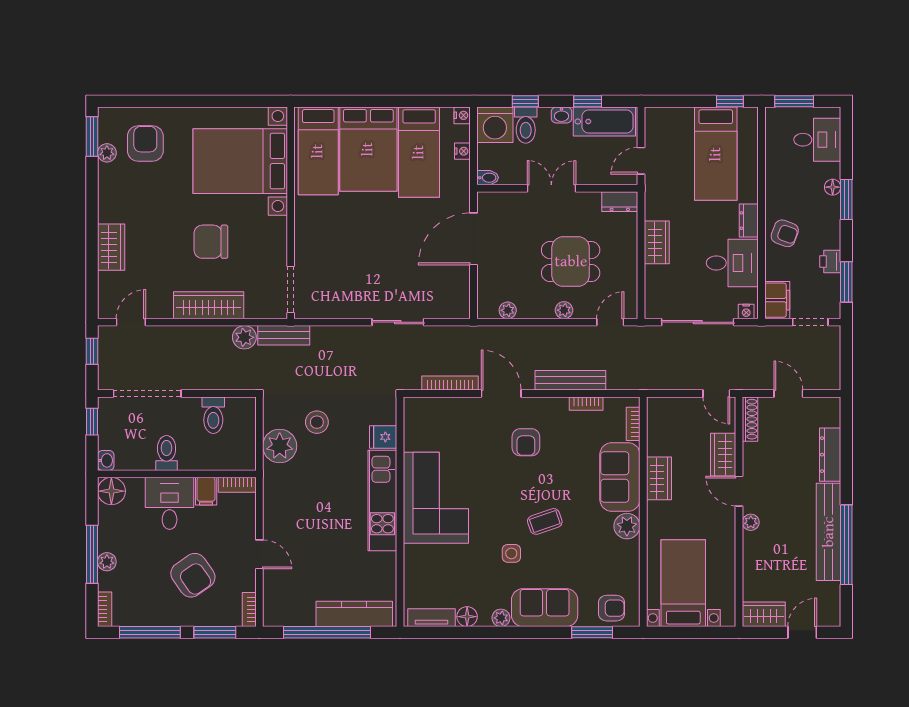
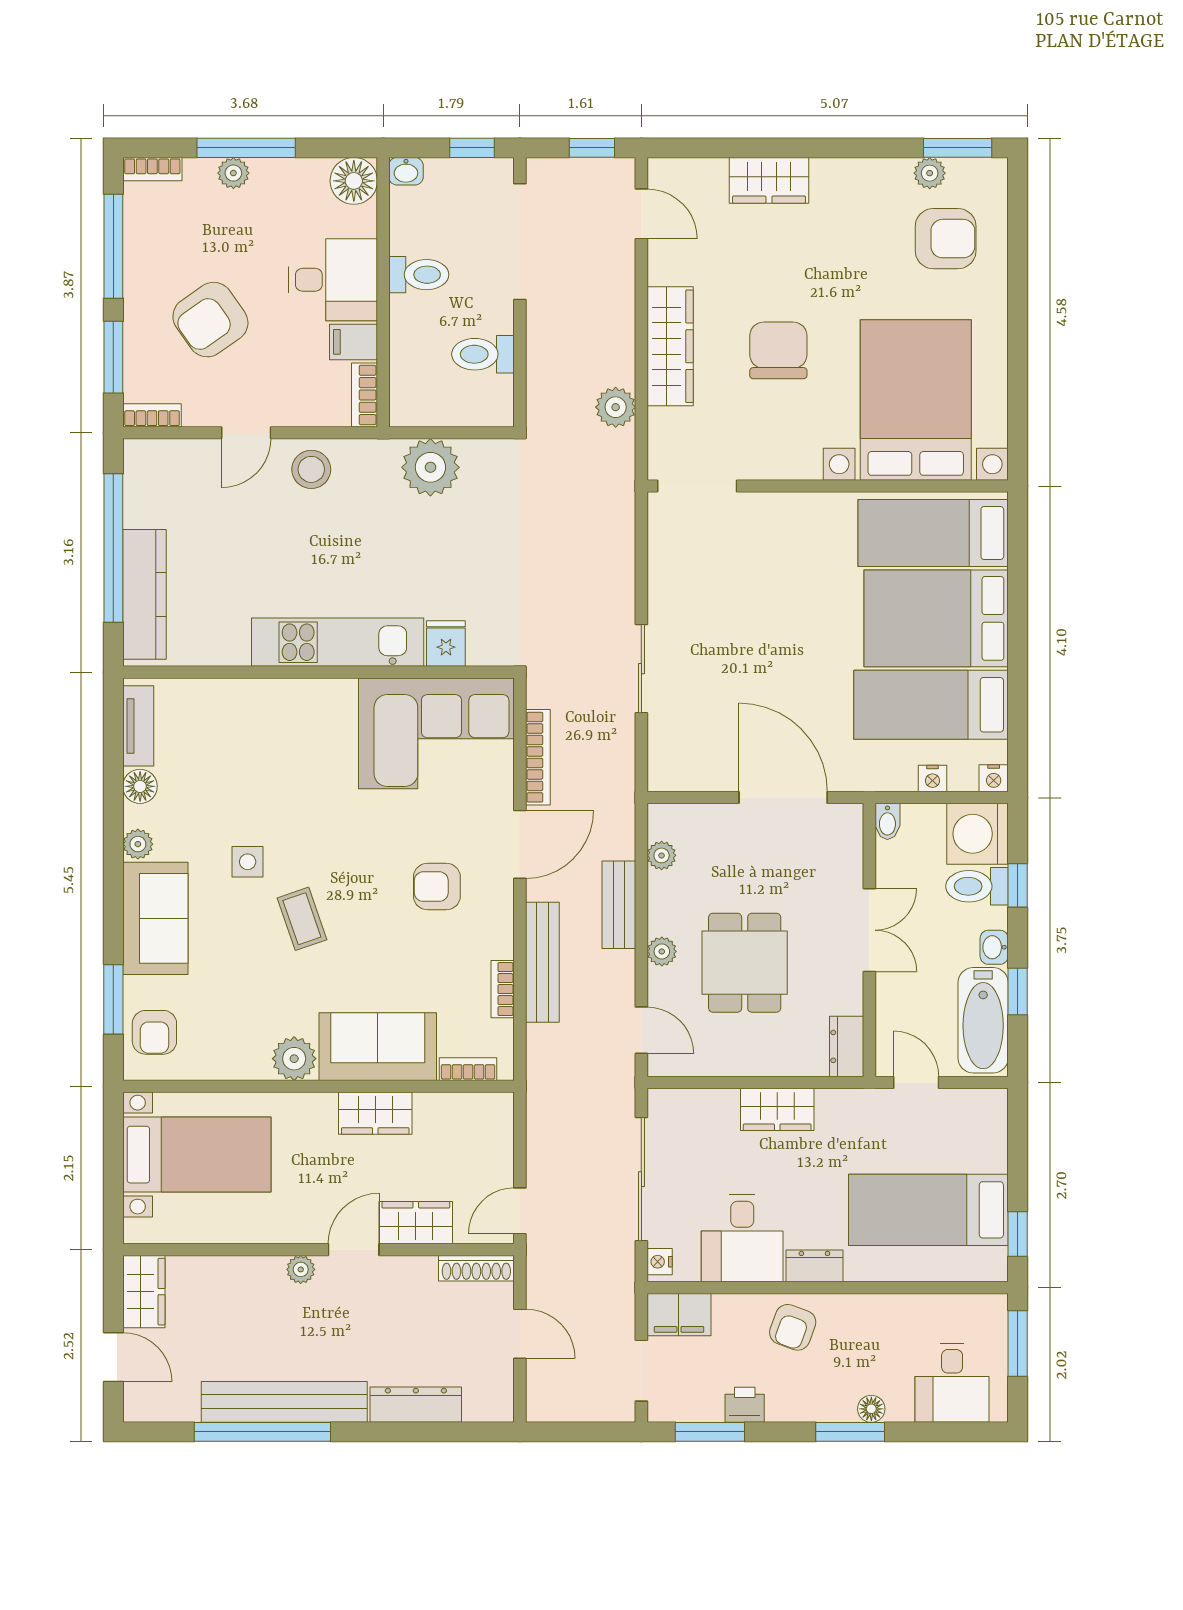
bench: (284, 335) -> (619, 905), moved
door: (788, 394) -> (520, 1334), hinge flipped
stool: (317, 422) -> (311, 469), moved
corner sofa: (436, 498) -> (436, 733), moved

